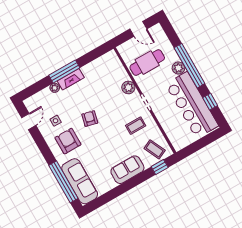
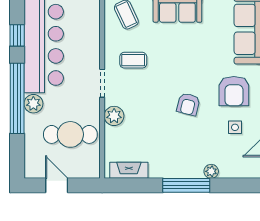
fireplace: (71, 79) -> (129, 170), moved

